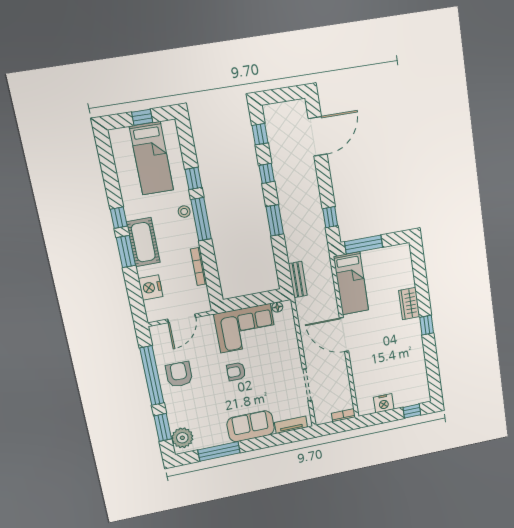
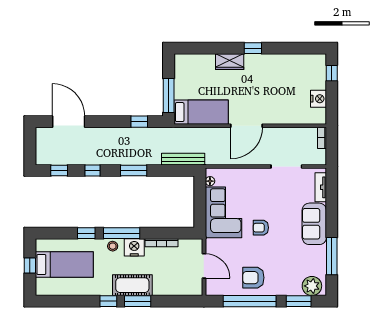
bench: (298, 280) -> (183, 159), width x1.36
nightstand: (151, 287) -> (134, 247), moved, turned 180
armchair: (236, 372) -> (261, 228), turned 90

